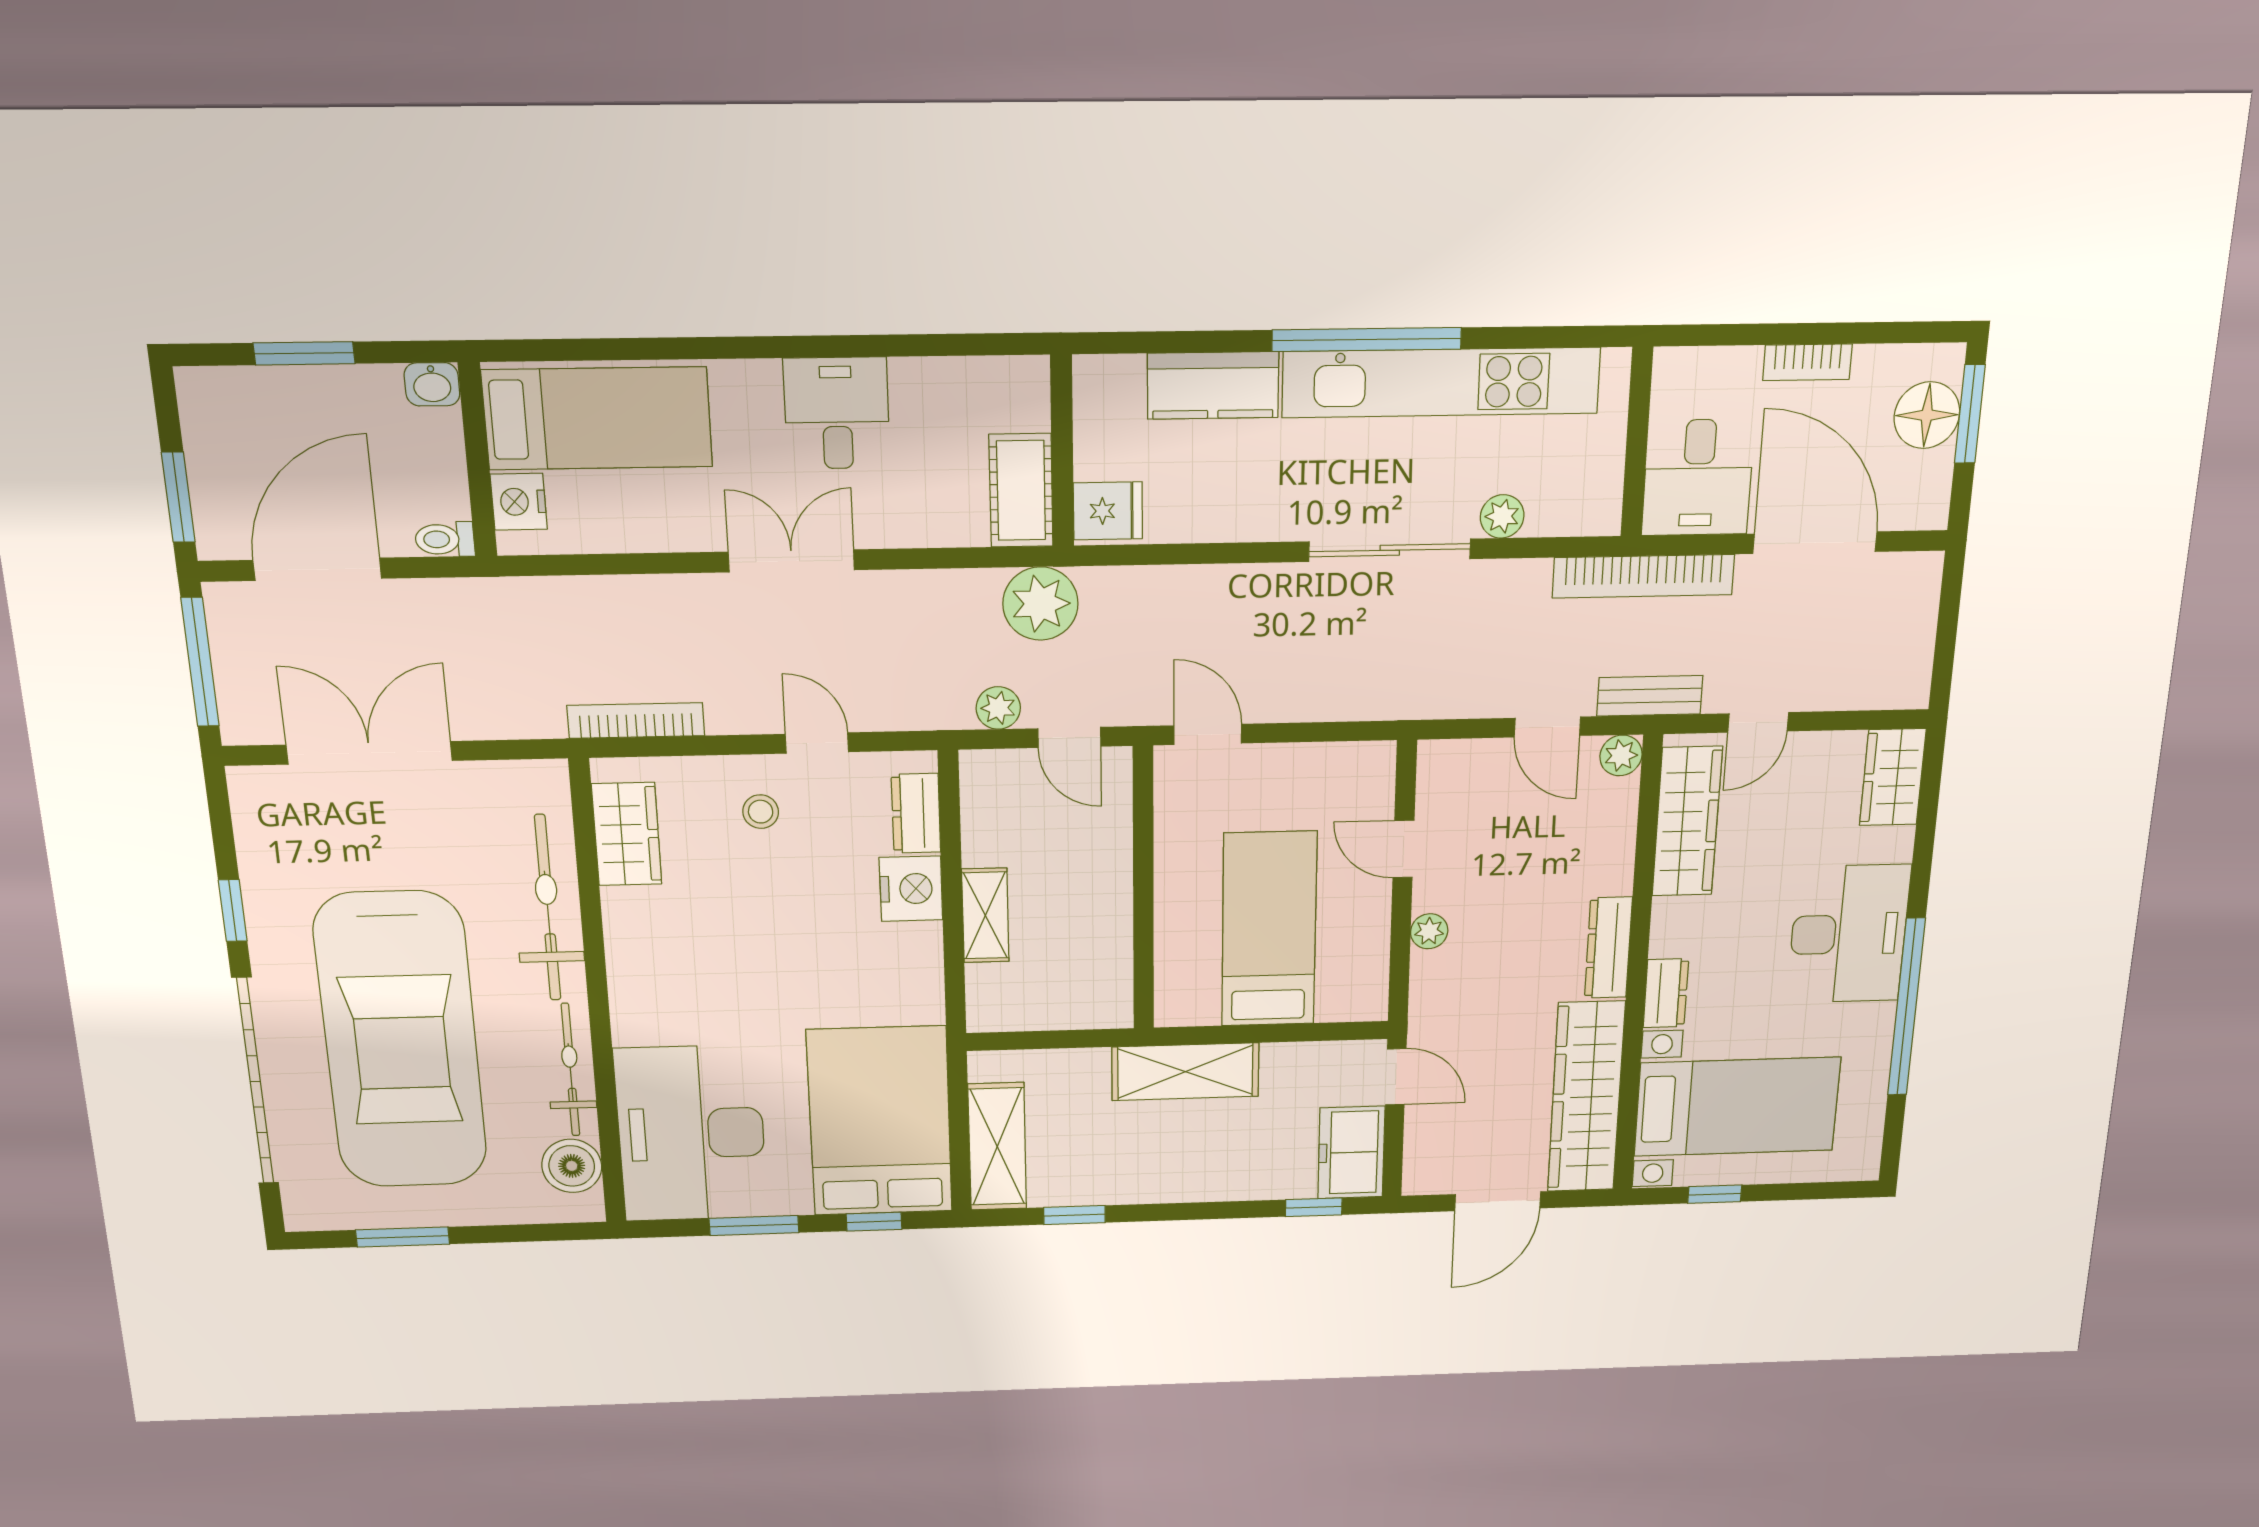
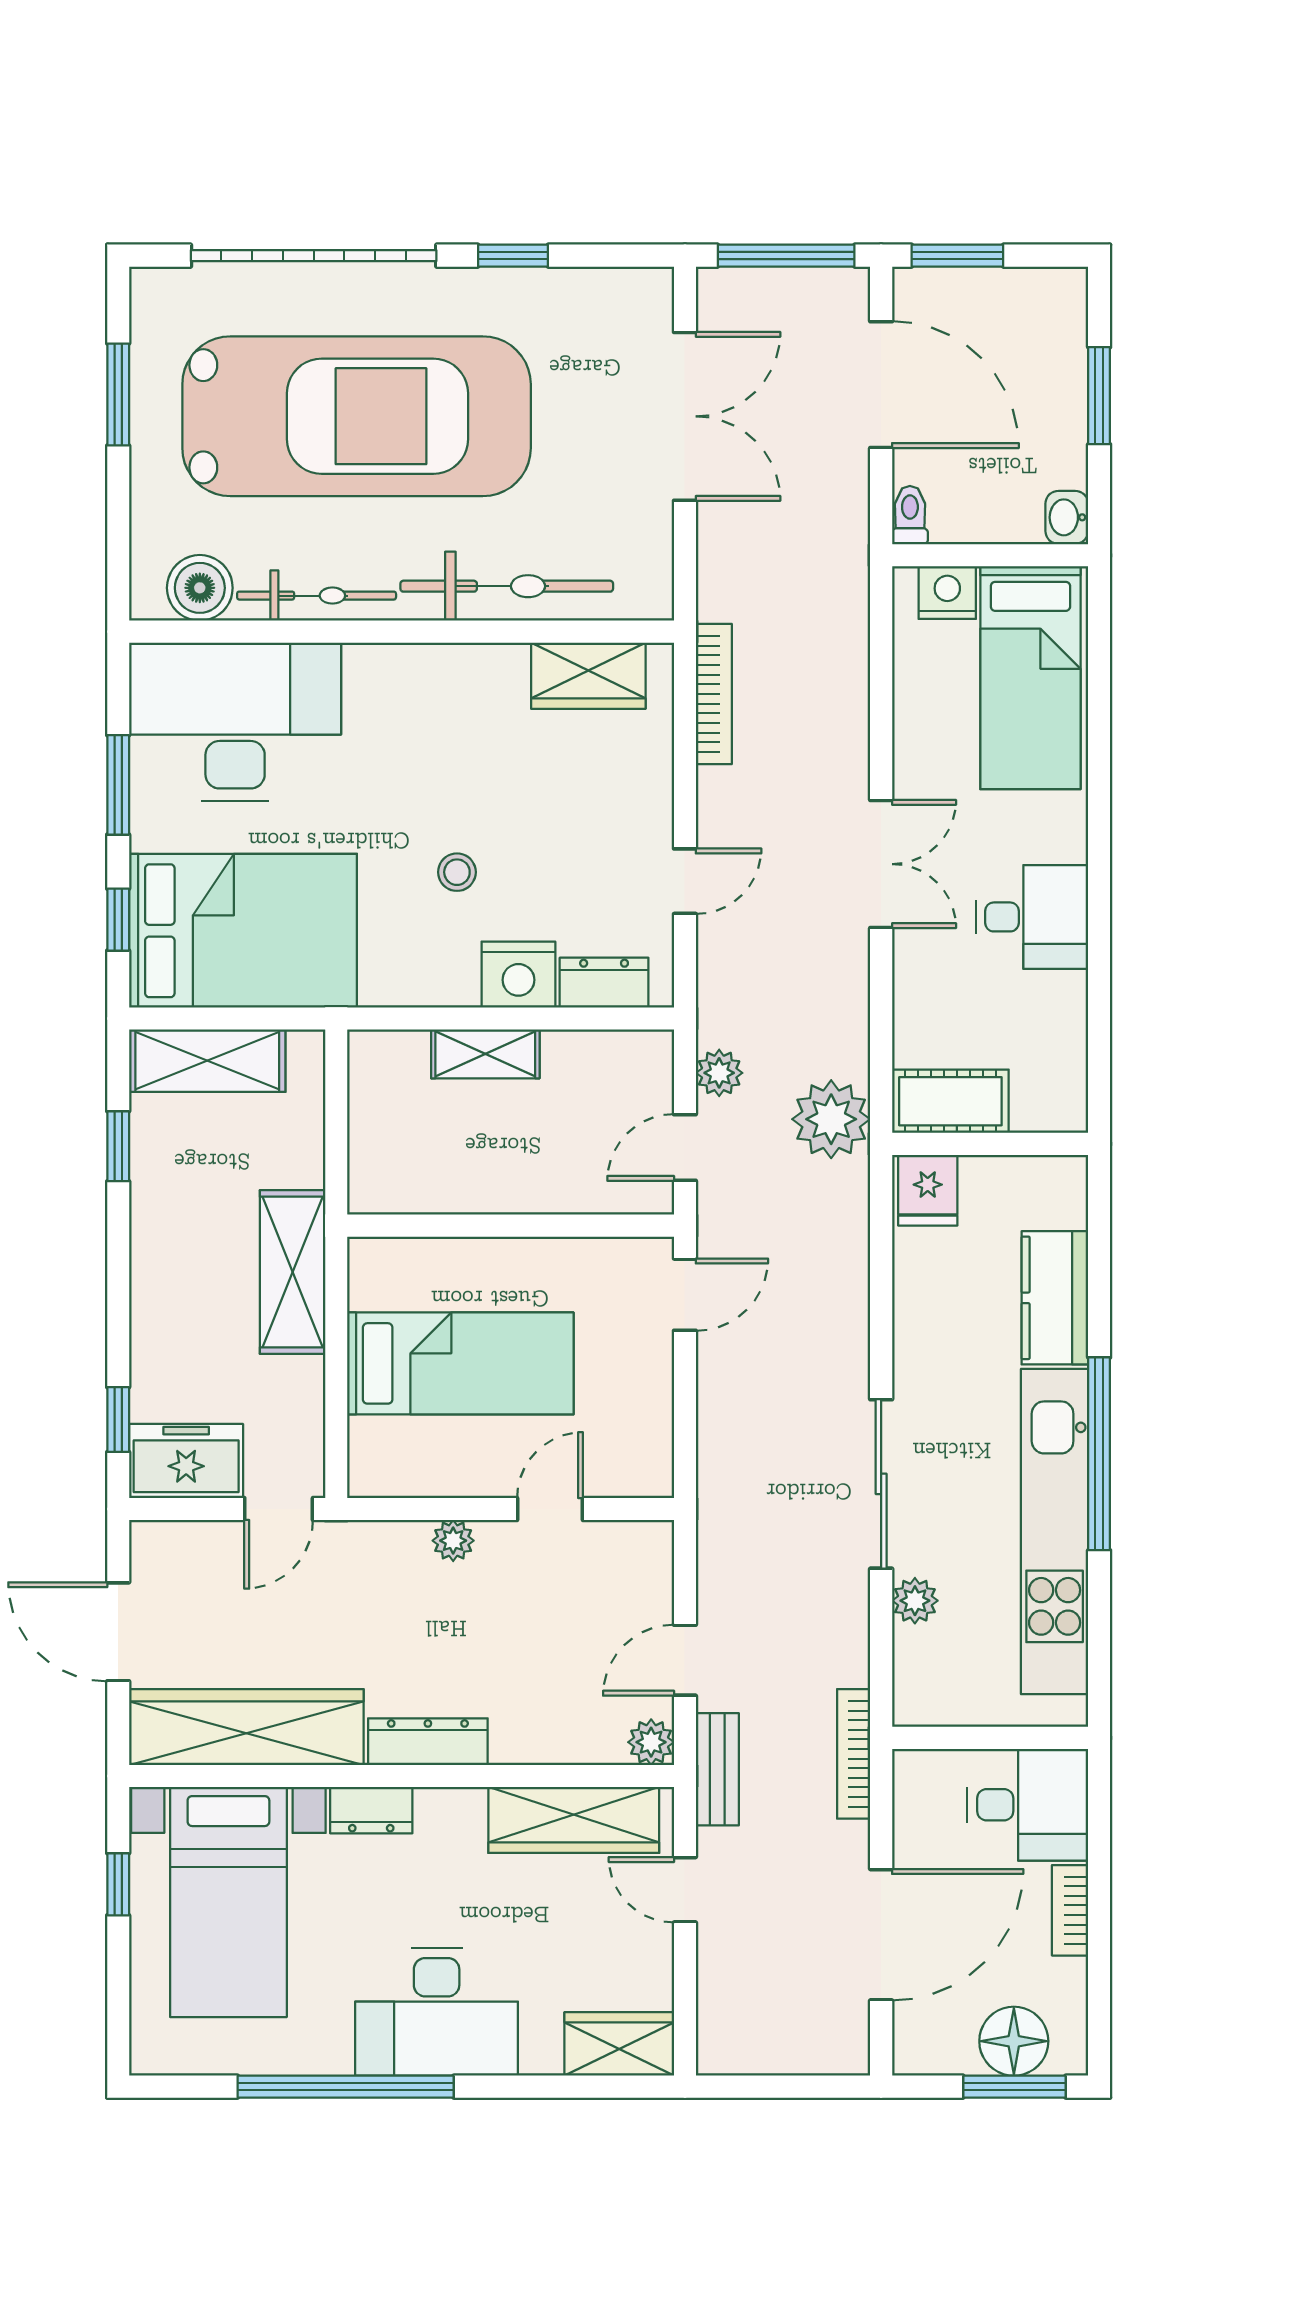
desk: (1698, 478) -> (1028, 1805), moved, turned 180
bookcase: (1643, 576) -> (854, 1754), width x0.68, depth x0.76
stool: (761, 812) -> (457, 872), moved
car: (401, 1041) -> (357, 416), turned 180

